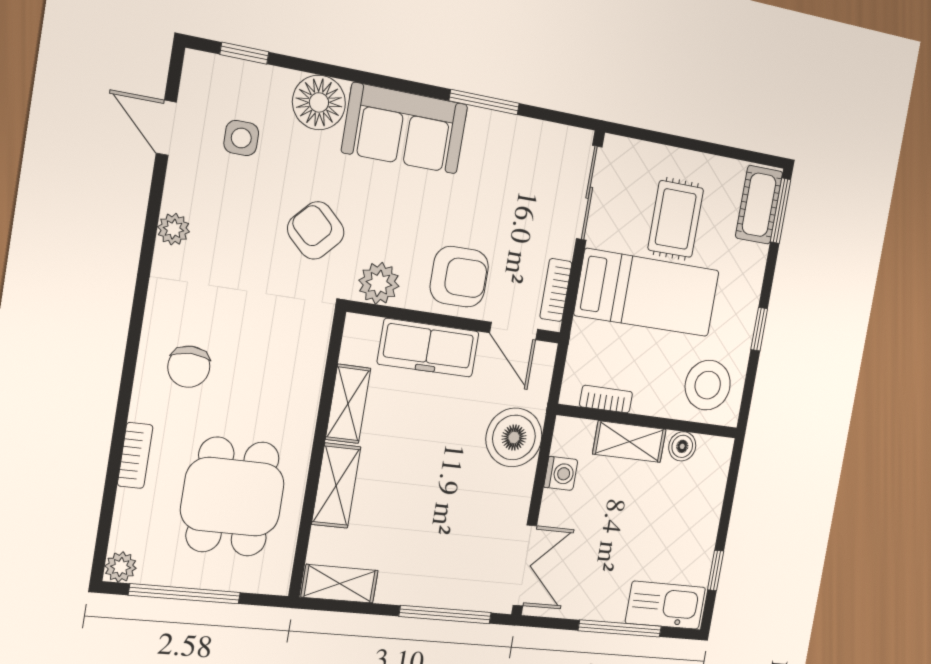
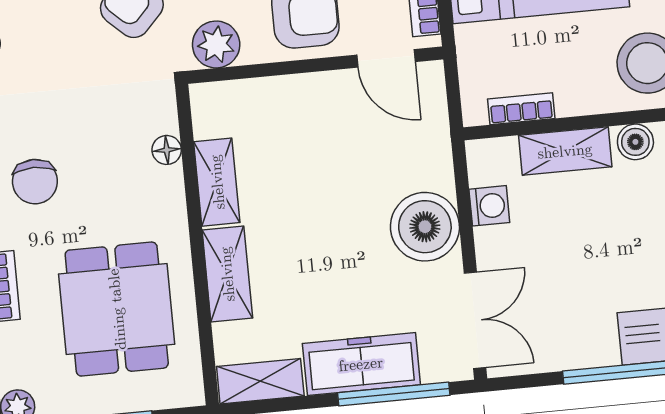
freezer: (428, 348) -> (361, 364), moved, turned 180
floor lamp: (313, 366) -> (167, 150), added
boiler: (514, 437) -> (425, 227), moved

